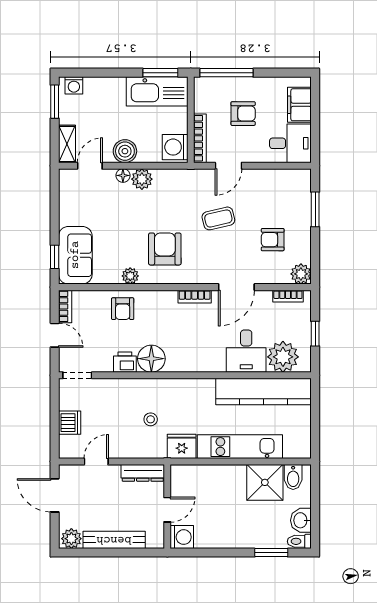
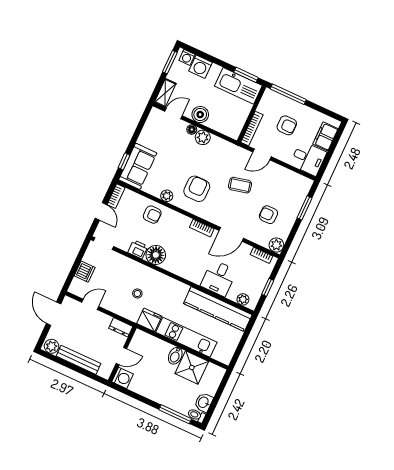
washing machine: (175, 147) -> (201, 67), moved, turned -90
armchair: (123, 309) -> (152, 215), turned -90
plant: (283, 357) -> (243, 299), width x0.53, depth x0.53
dresser: (143, 473) -> (121, 327), width x0.70
bidet: (293, 477) -> (175, 356), moved
window: (271, 553) -> (175, 414), width x1.44

